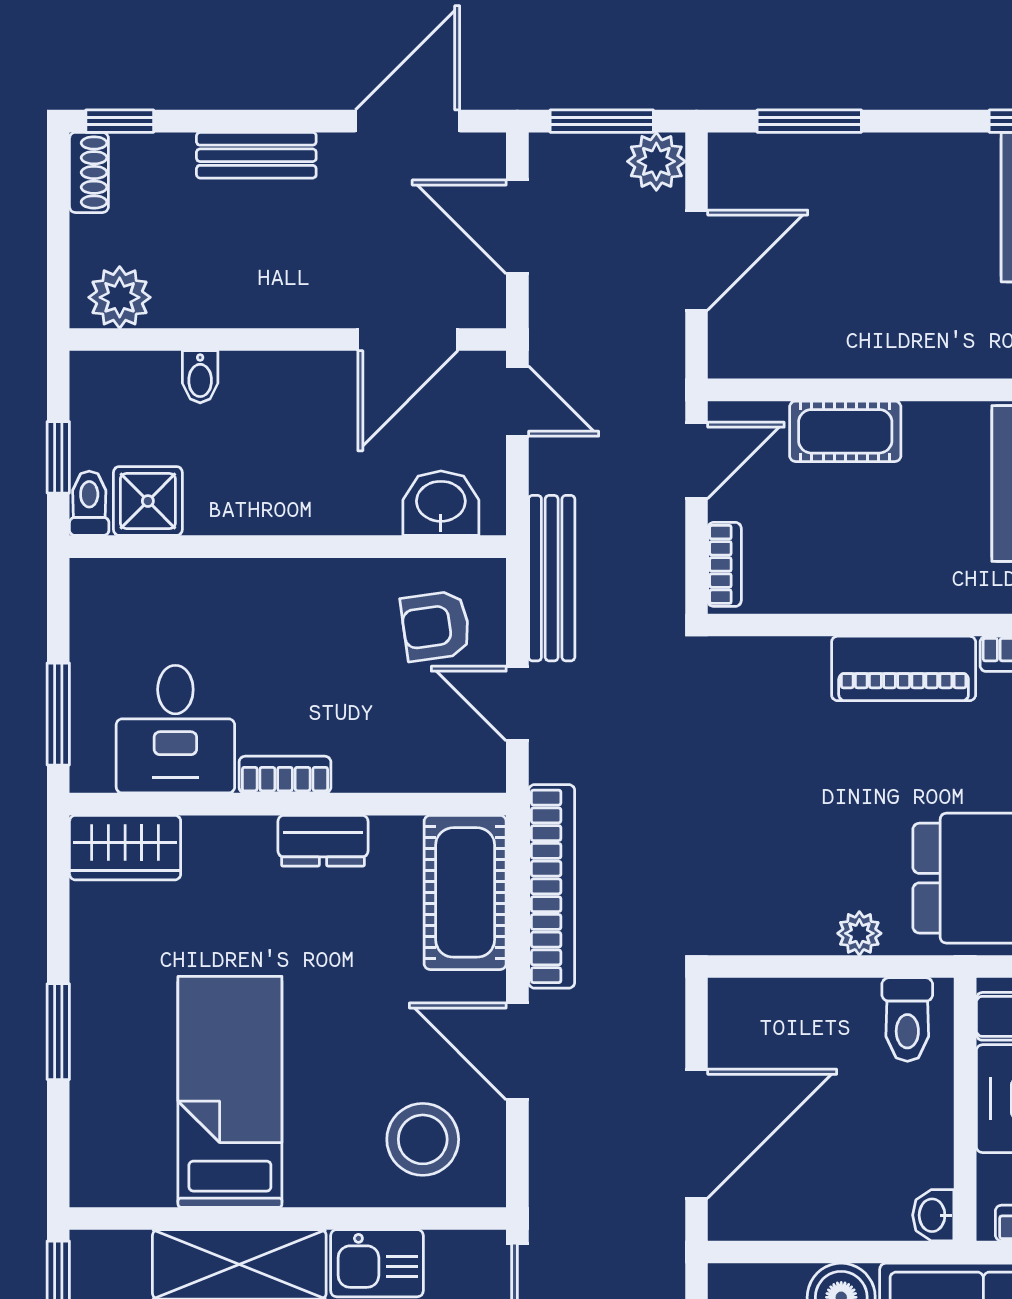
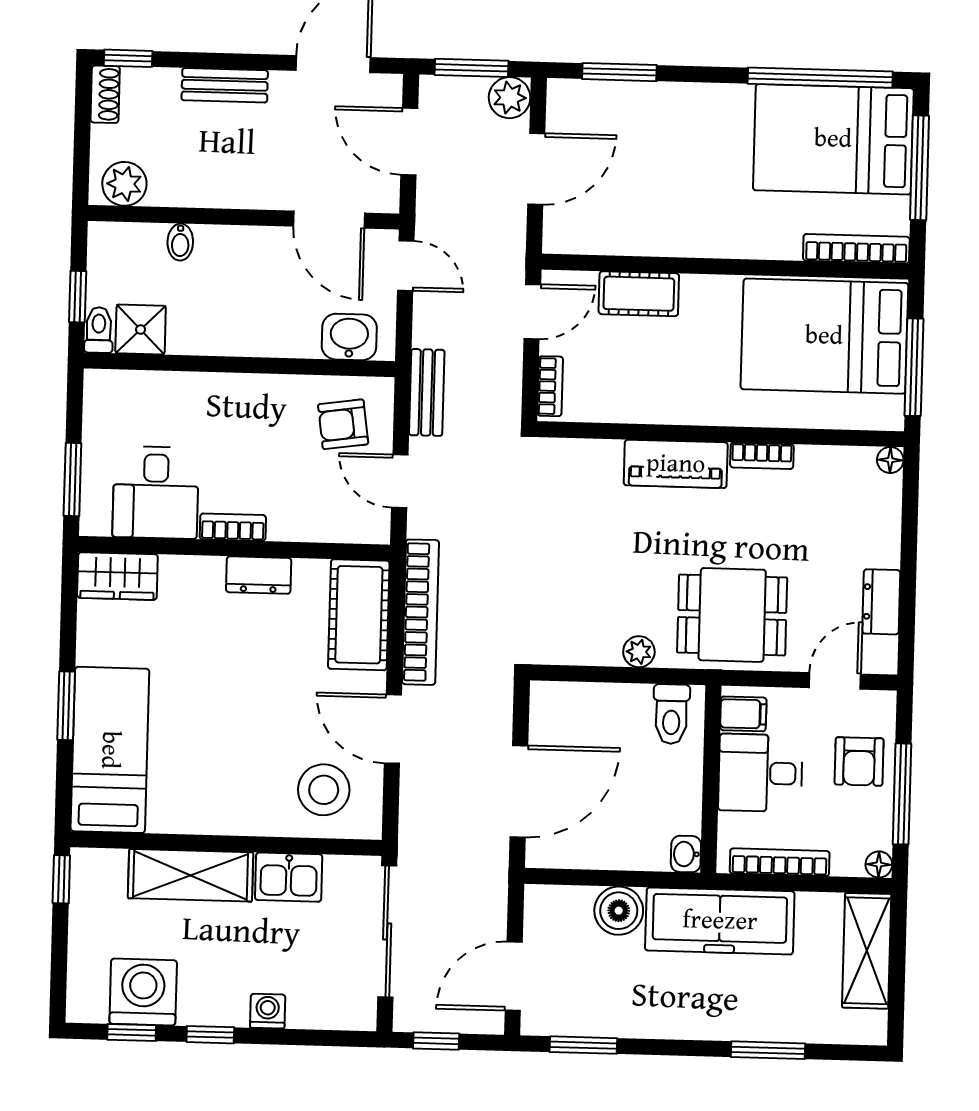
door: (408, 340) -> (329, 220), hinge flipped
bench: (552, 578) -> (427, 392), width x0.73
bed: (230, 1092) -> (110, 750), moved

